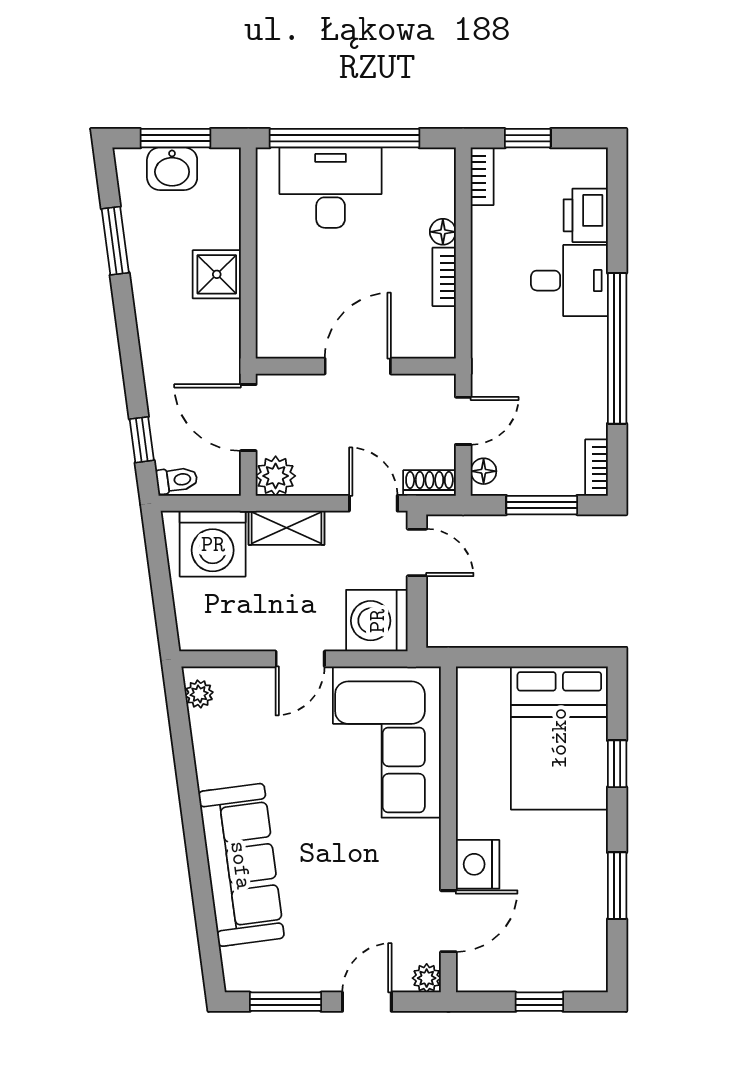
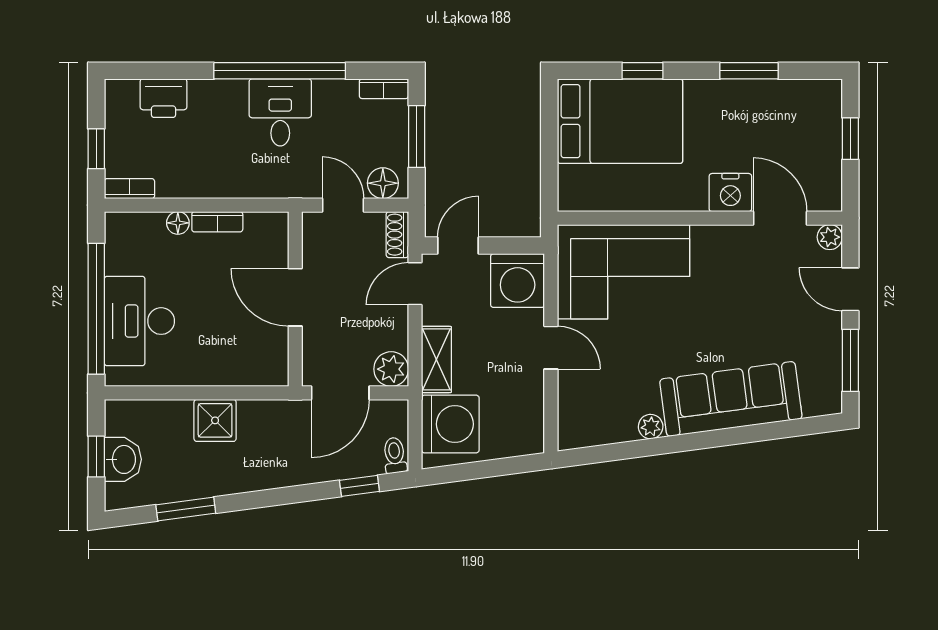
window: (175, 138) -> (96, 456), width x0.67
desk: (569, 281) -> (280, 112), moved
floor lamp: (484, 471) -> (383, 183), width x1.37, depth x1.37
plant: (199, 694) -> (651, 427), moved

